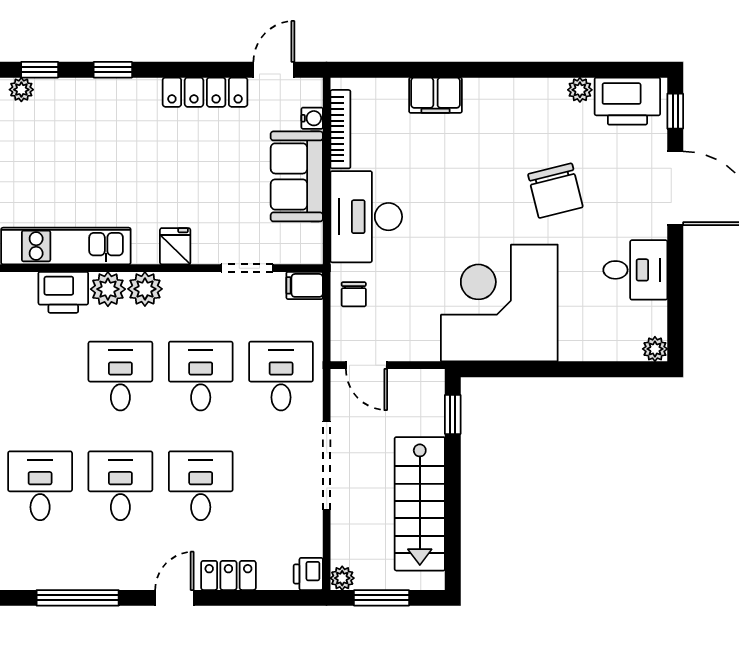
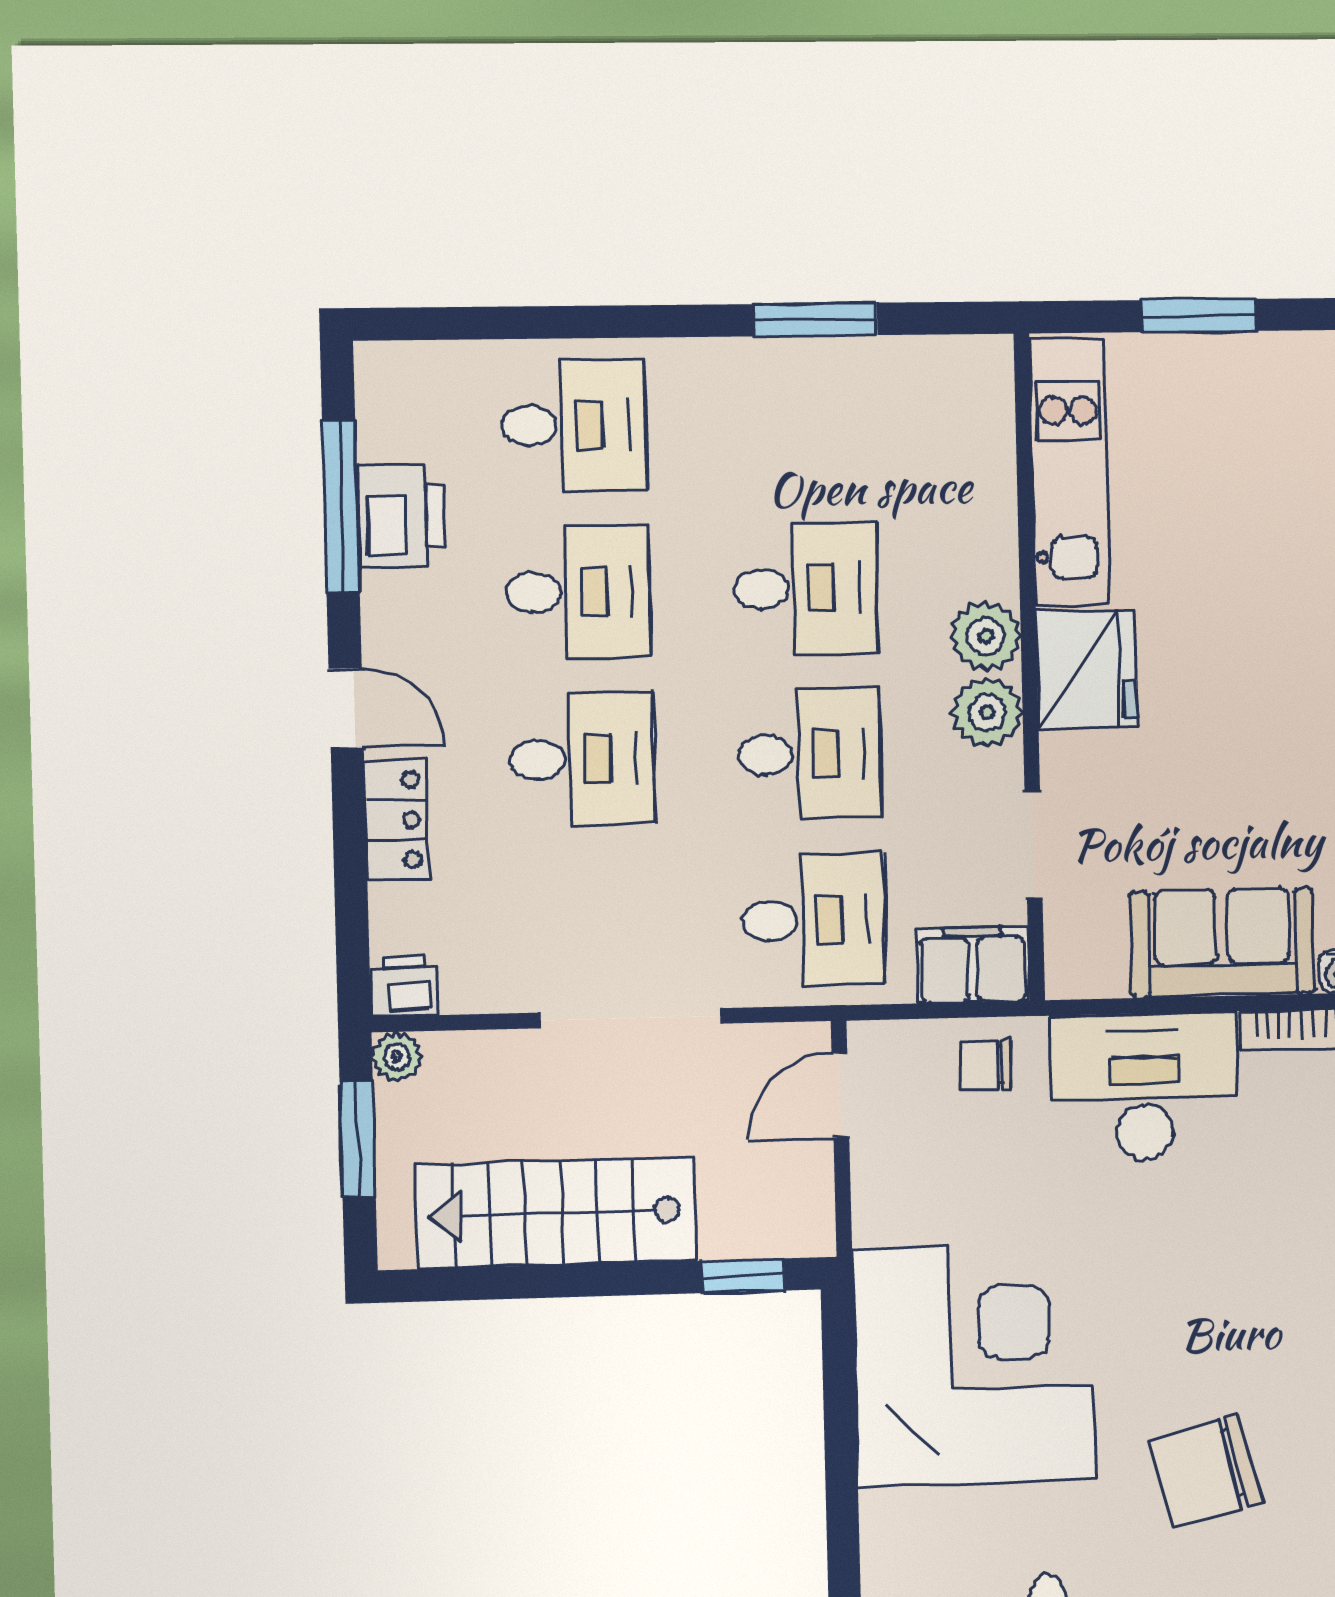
fridge: (175, 246) -> (1086, 669), width x1.88, depth x1.34
filing cabinet: (305, 285) -> (973, 965), width x2.00
plant: (108, 289) -> (987, 712), moved
printer: (63, 292) -> (401, 516), moved, turned 180

